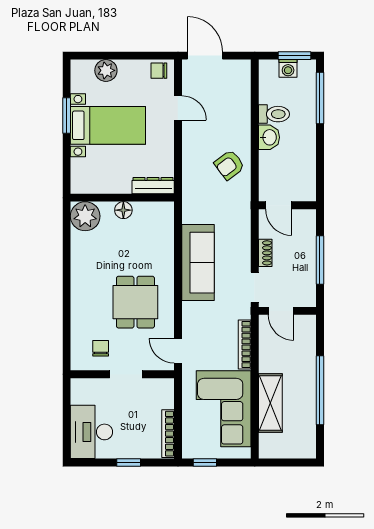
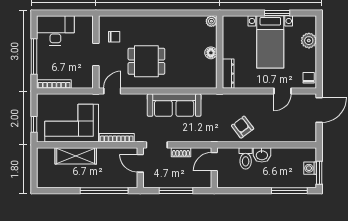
toilet: (274, 114) -> (246, 158), moved
plant: (85, 216) -> (211, 21), width x0.53, depth x0.53
door: (281, 311) -> (140, 163), hinge flipped
window: (320, 390) -> (104, 191), moved
window: (129, 463) -> (34, 57), width x2.17
window: (205, 463) -> (34, 124), moved

